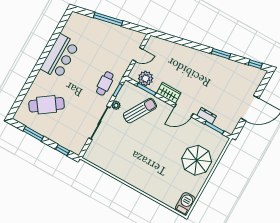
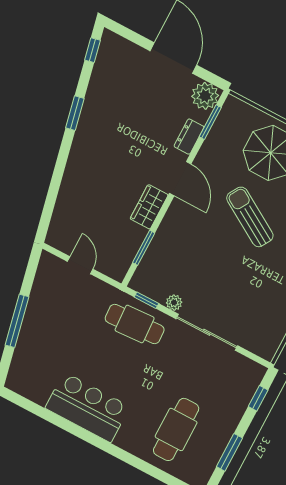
plant: (146, 78) -> (205, 96), moved
cafe table: (105, 83) -> (135, 324), width x1.37, depth x1.35
cafe table: (47, 105) -> (176, 429), turned 35
sun lounger: (140, 111) -> (250, 217), moved

